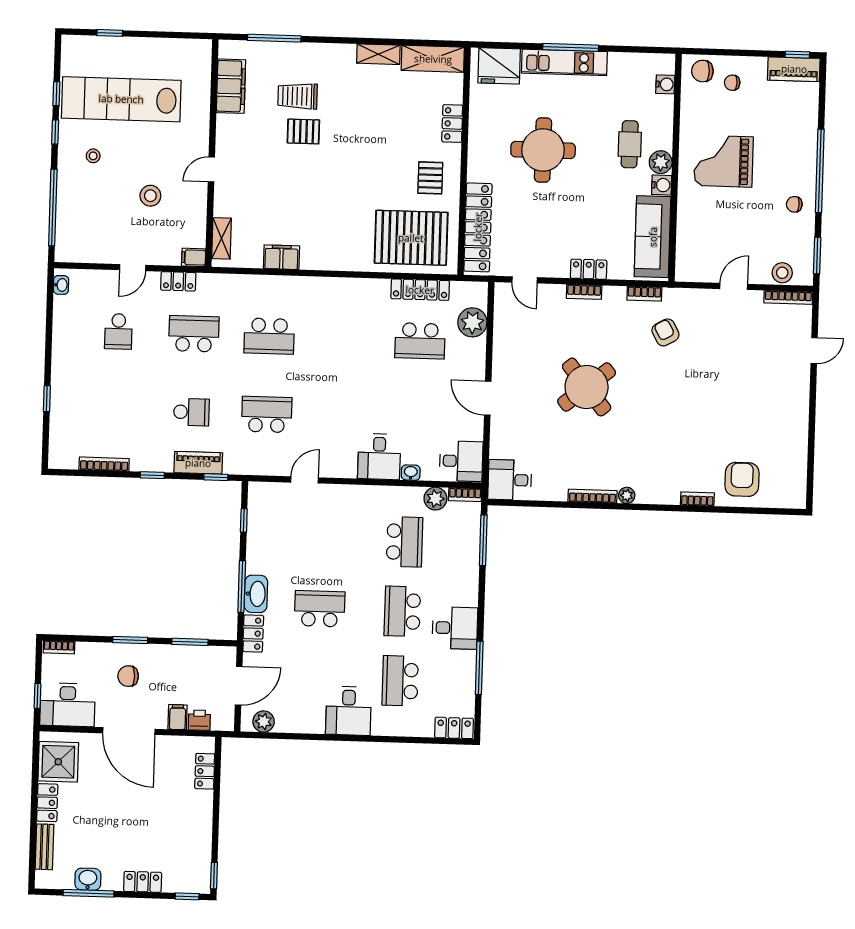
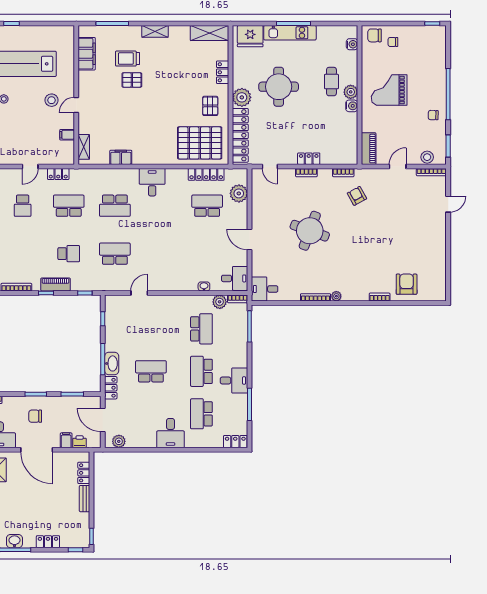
shelving: (378, 54) -> (155, 31), moved
piano: (794, 69) -> (369, 149), moved, turned -90
plant: (482, 166) -> (242, 97), added
stool: (150, 196) -> (52, 100), moved
sofa: (653, 237) -> (347, 138), removed
filing cabinet: (194, 257) -> (67, 135), moved
school desk: (420, 341) -> (207, 206), turned 180
round table: (587, 387) -> (310, 231), turned -31
desk: (379, 456) -> (152, 182), moved, turned 180
piano: (198, 463) -> (55, 284), moved
door: (239, 686) -> (103, 420), swing flipped
bench: (205, 813) -> (85, 499), added

